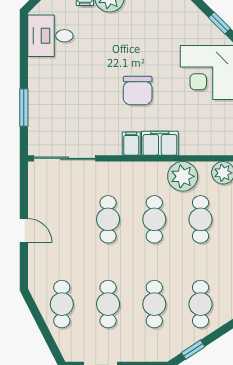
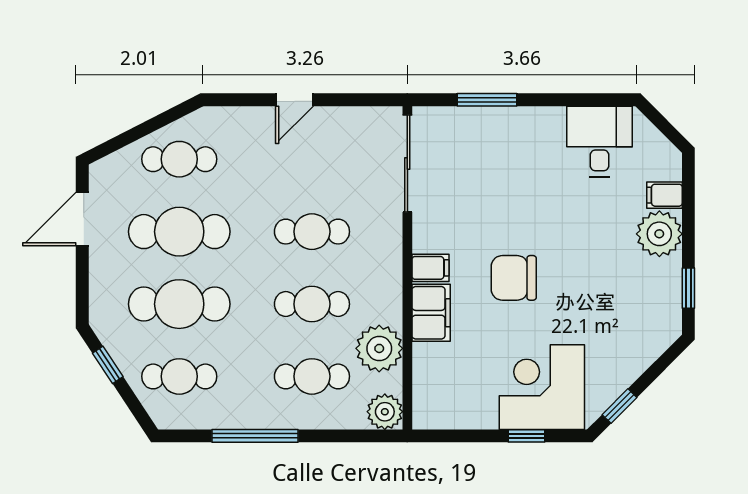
cafe table: (108, 304) -> (179, 232), width x1.37, depth x1.35
cafe table: (154, 304) -> (179, 304), width x1.37, depth x1.35

